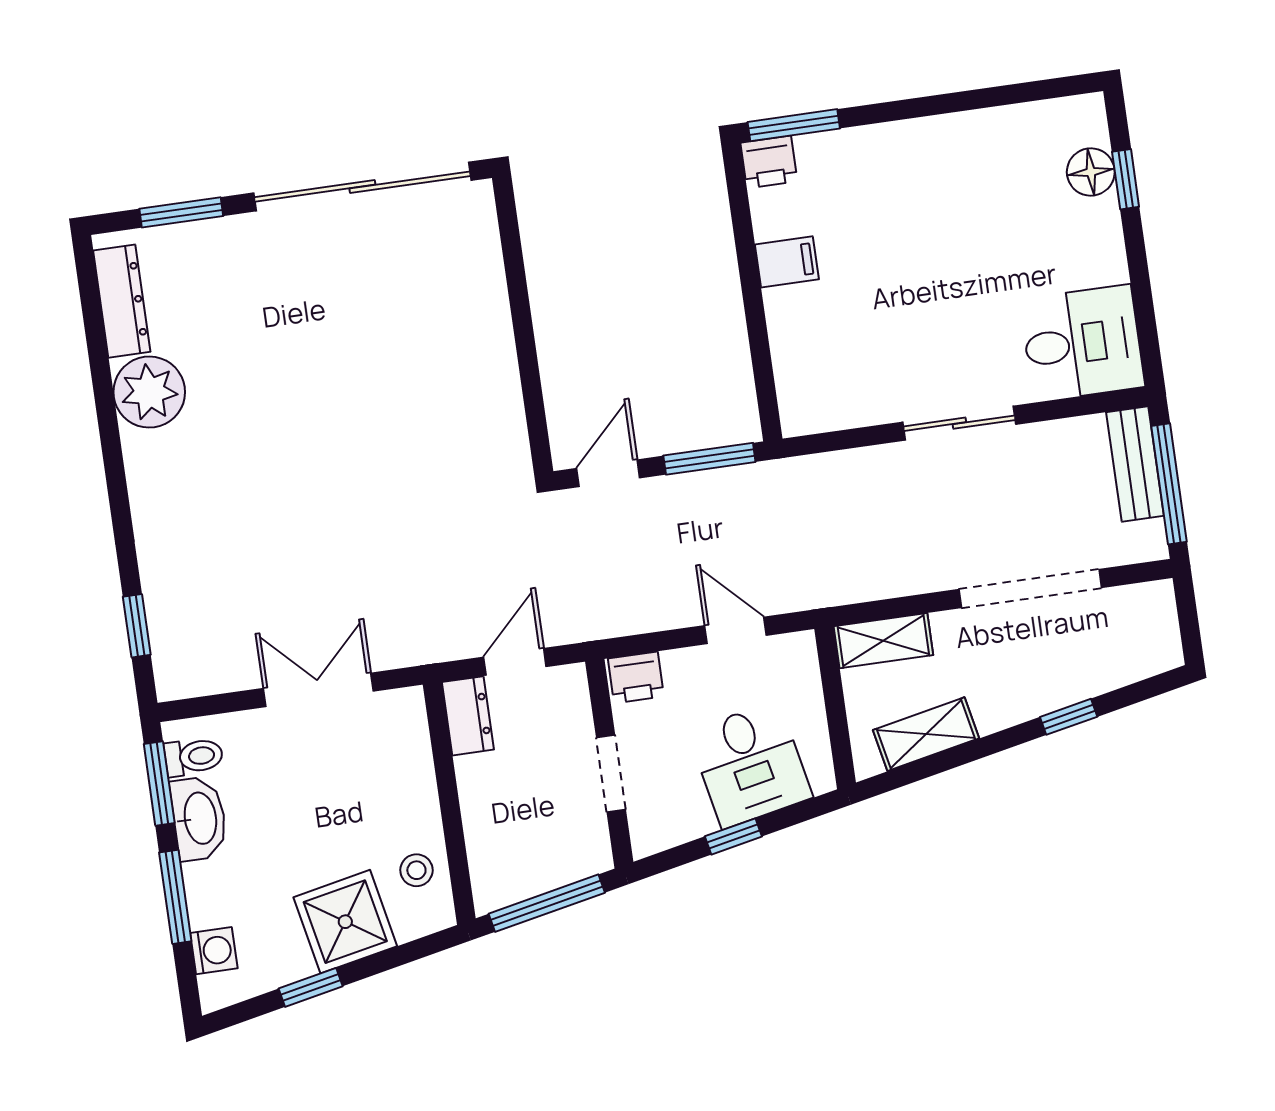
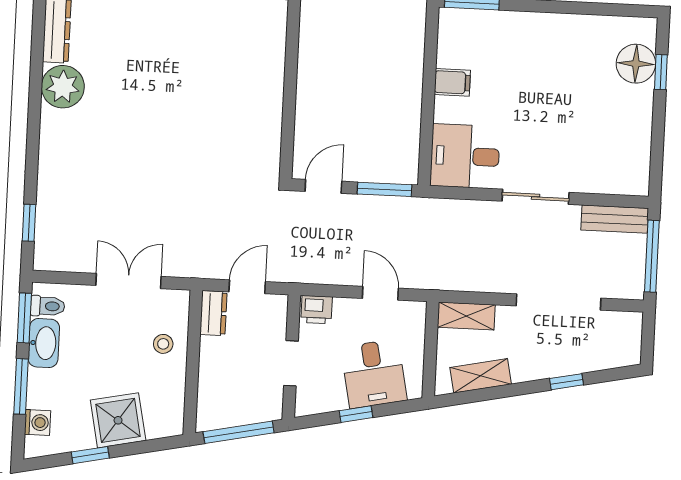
printer: (769, 162) -> (453, 22), removed
floor lamp: (1091, 172) -> (636, 64), width x1.38, depth x1.38
desk: (1082, 343) -> (465, 156), moved, turned 180
bench: (1135, 464) -> (615, 219), moved, turned 90
stool: (416, 870) -> (163, 344), moved

